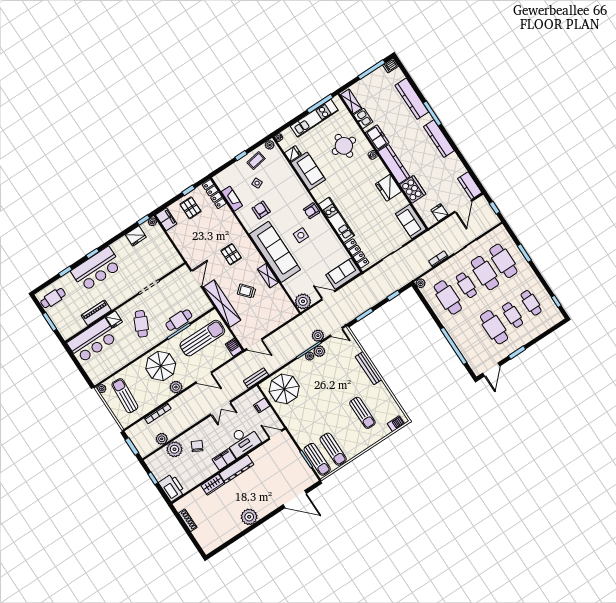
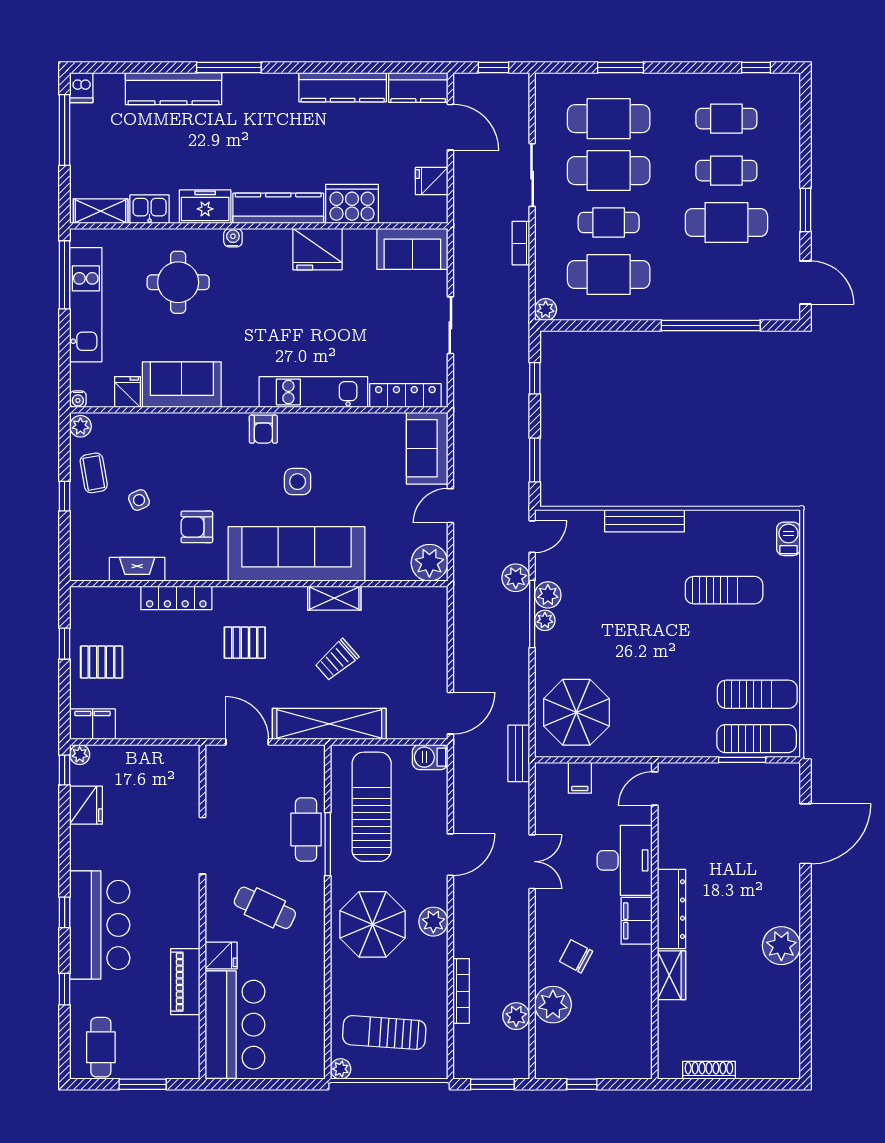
kitchen counter: (439, 139) -> (343, 87), moved
locker: (214, 194) -> (176, 598), moved
printer: (172, 488) -> (624, 1059), removed

